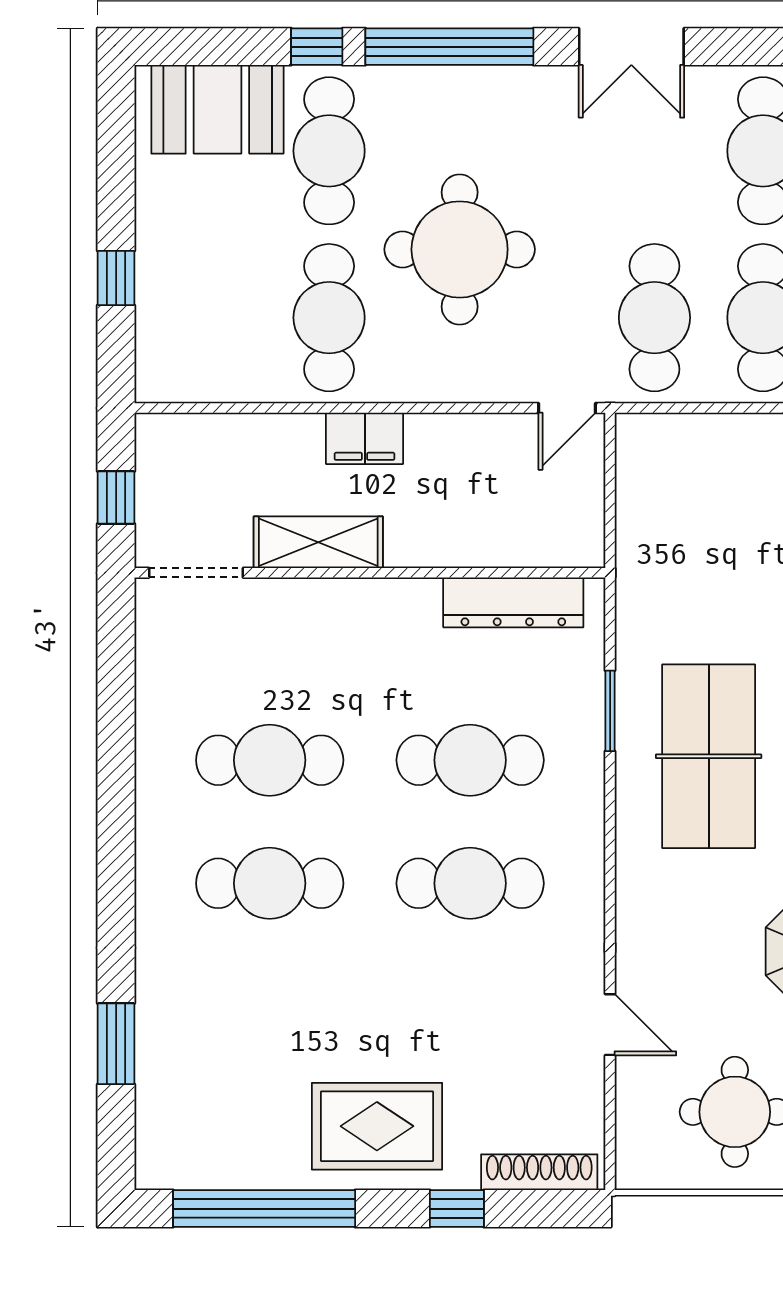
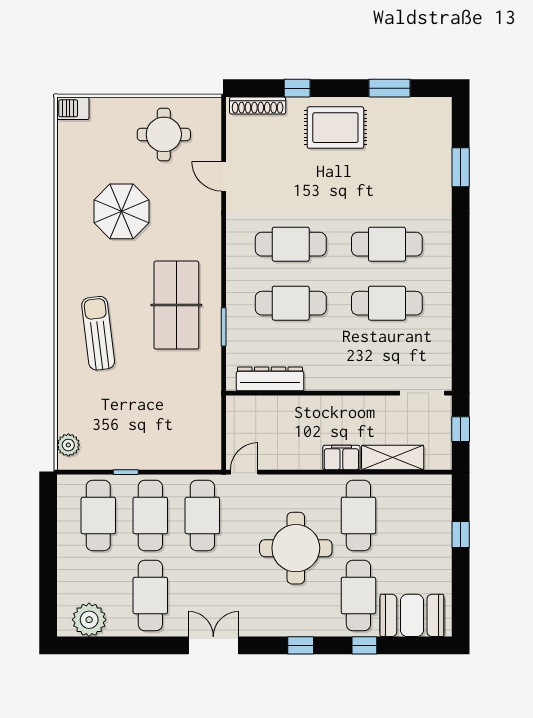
window: (449, 47) -> (301, 645), width x0.32
shelving: (318, 542) -> (393, 458), moved
window: (264, 1209) -> (390, 88), width x0.47

